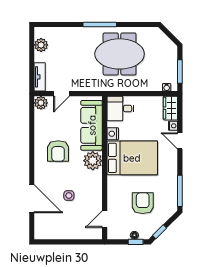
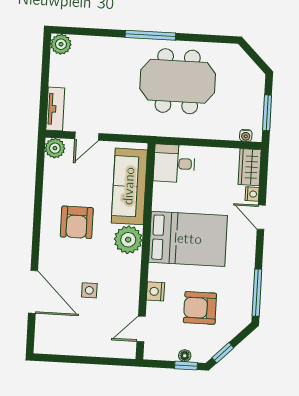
plant: (41, 45) -> (61, 44), moved
nightstand: (113, 134) -> (155, 291), moved
armchair: (143, 203) -> (200, 308), turned -90

